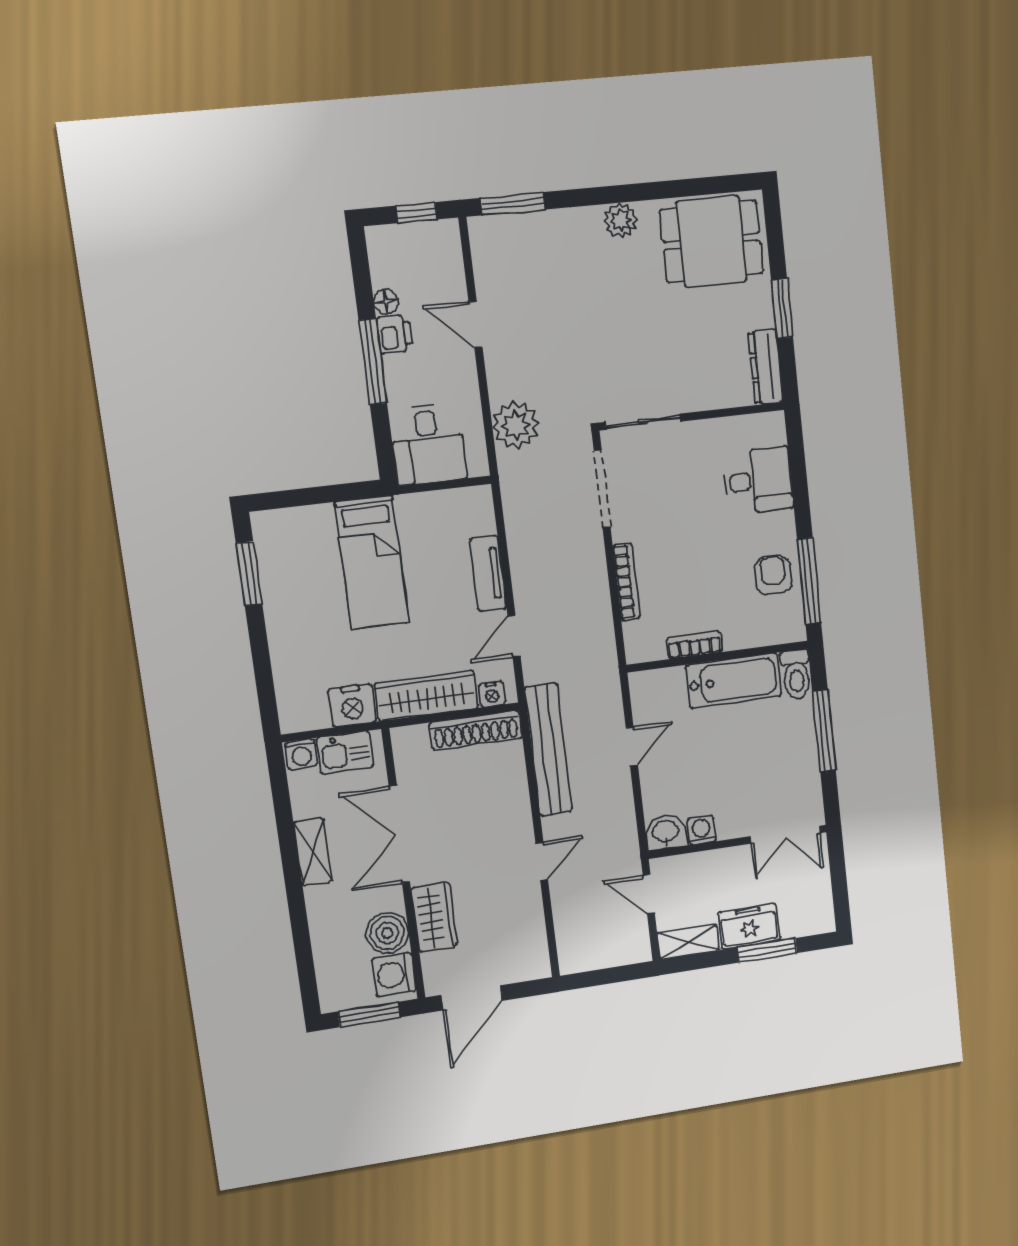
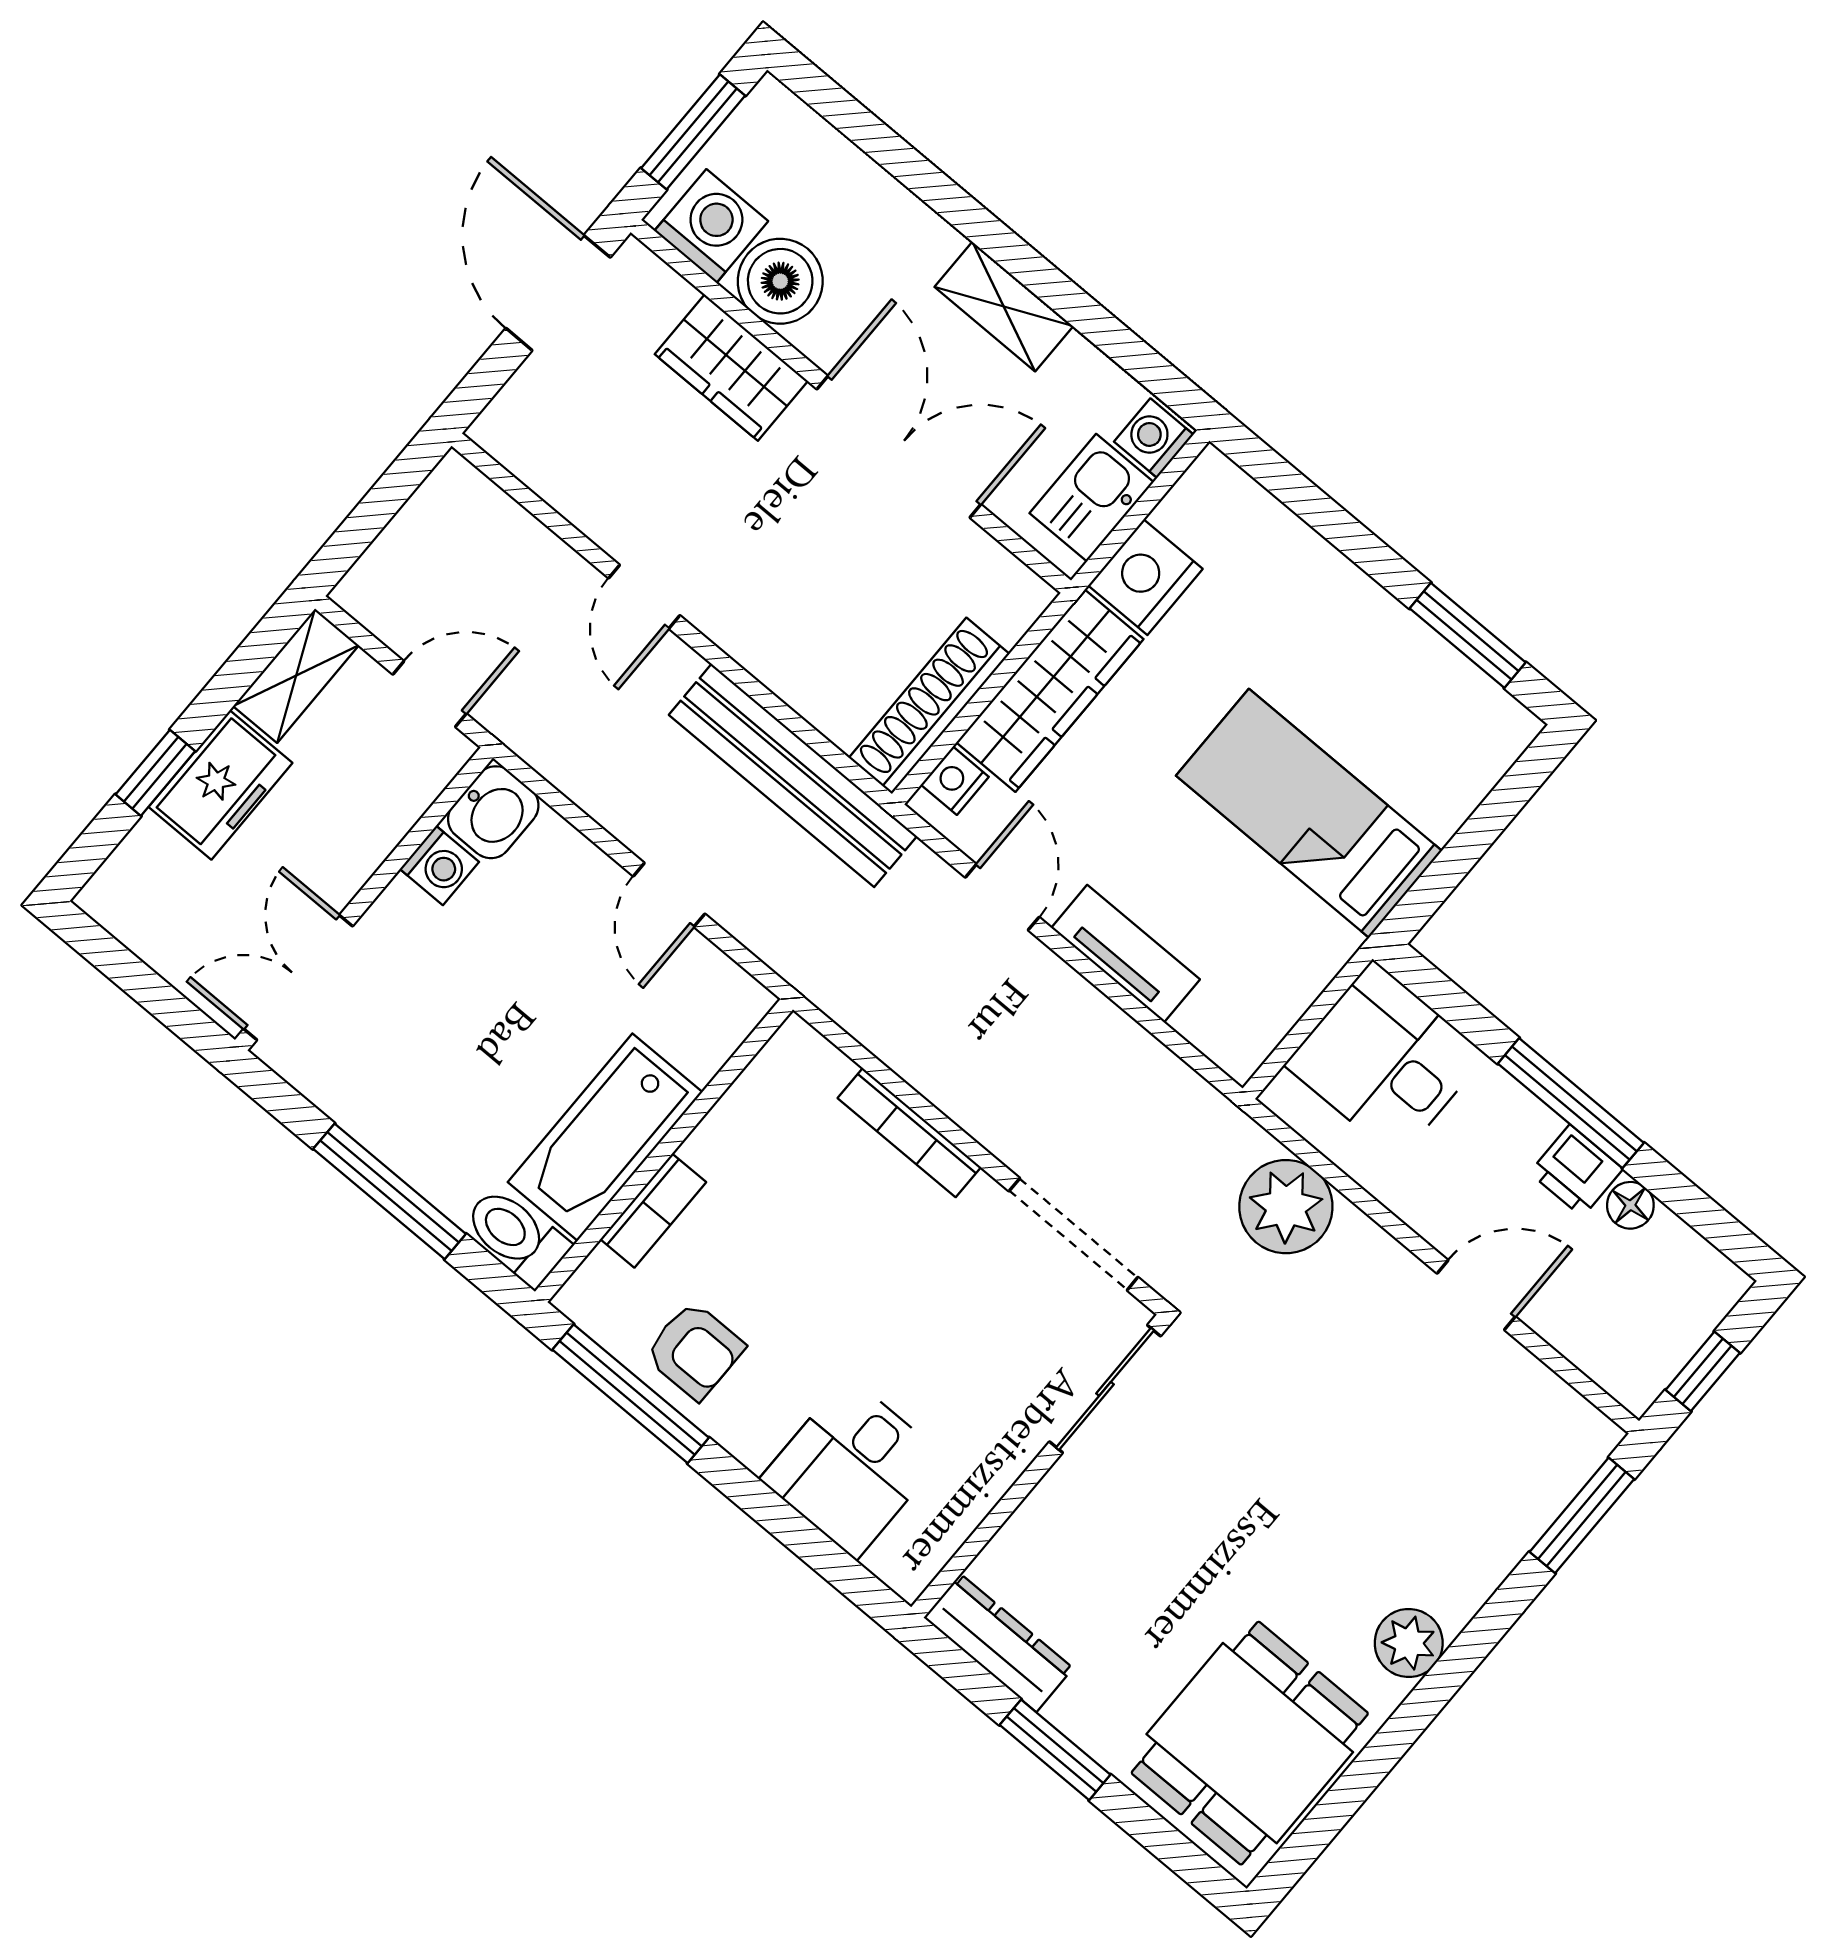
bookcase: (695, 645) -> (653, 1211), moved
window: (767, 950) -> (155, 773), width x0.67

